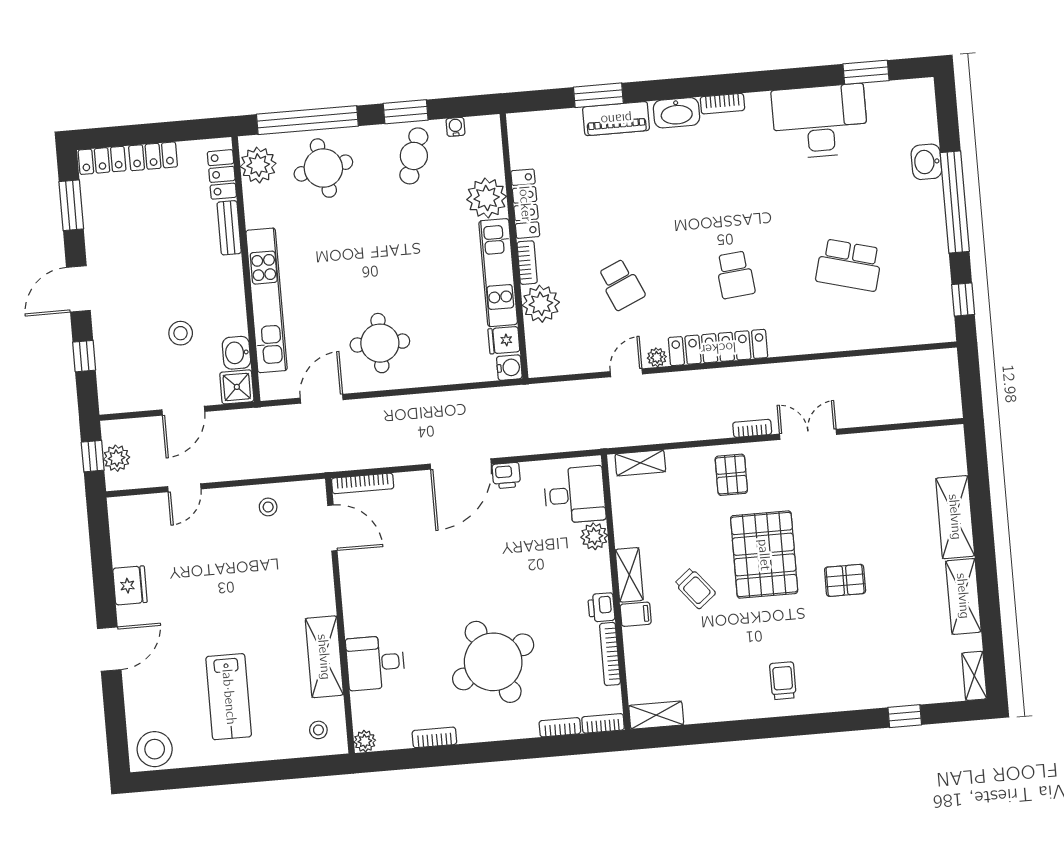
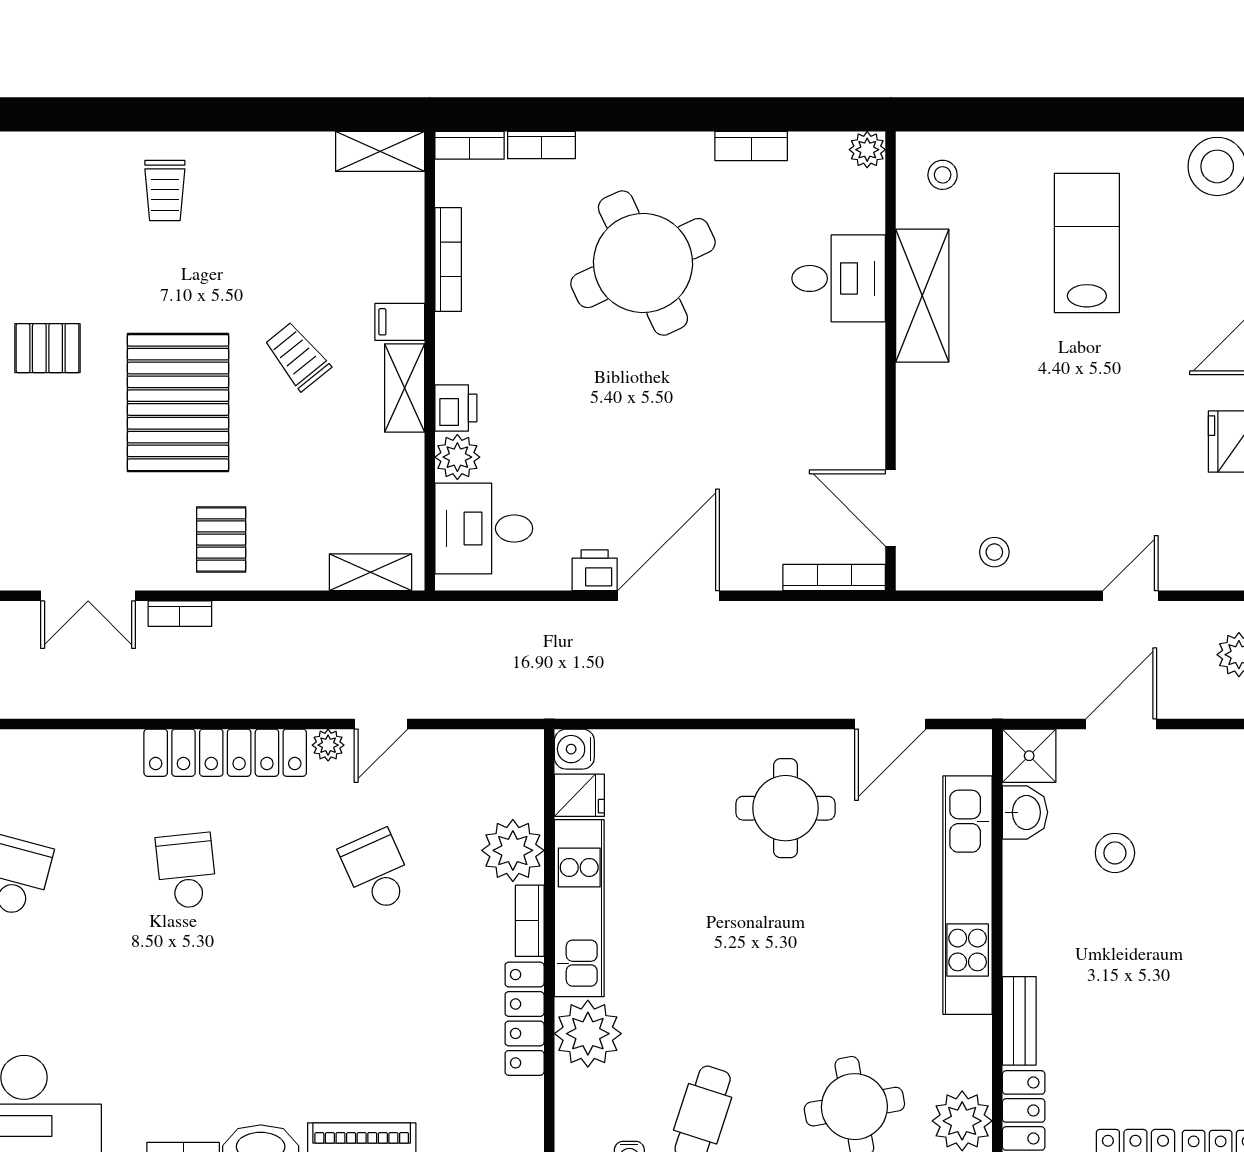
printer: (601, 607) -> (456, 408), moved

